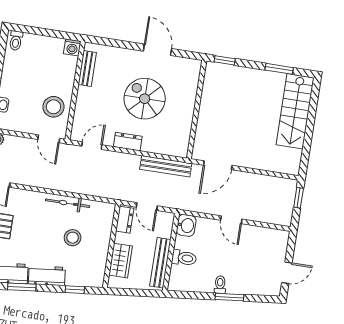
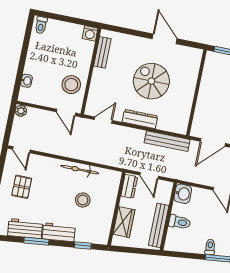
dresser: (128, 142) -> (140, 119), width x1.44

